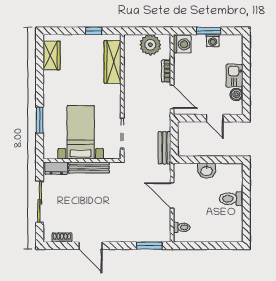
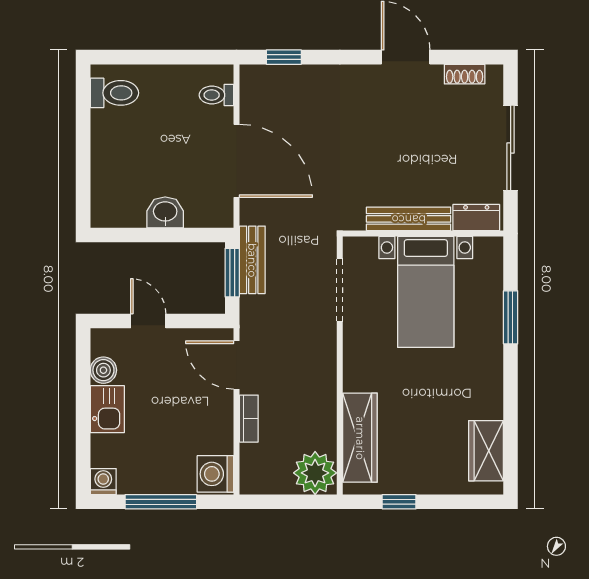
window: (209, 31) -> (161, 502), width x1.44
washing machine: (213, 41) -> (103, 482), moved
plant: (150, 45) -> (315, 473), moved
window: (174, 142) -> (232, 273), added
door: (172, 196) -> (237, 161), width x1.36
toilet: (231, 199) -> (114, 93), moved
window: (149, 246) -> (284, 57), width x0.67

